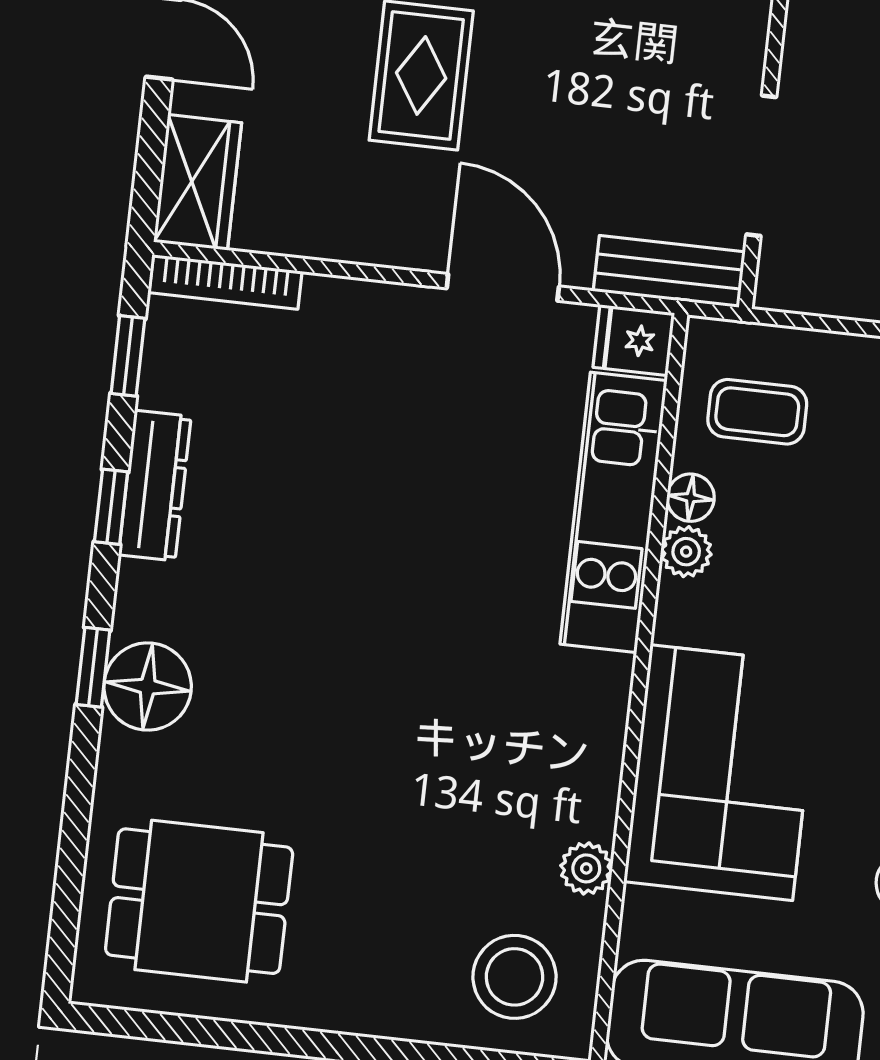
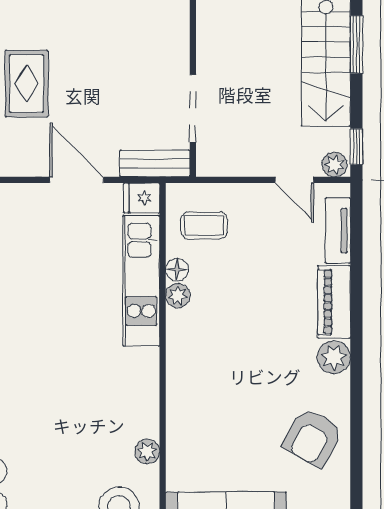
corner sofa: (721, 773) -> (206, 399), removed

